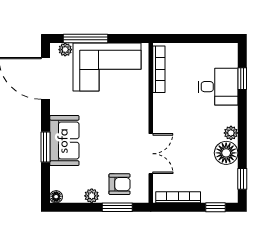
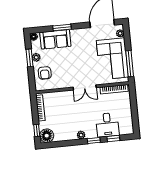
window: (86, 39) -> (130, 64), moved
sofa: (64, 141) -> (55, 39), moved
floor lamp: (226, 153) -> (47, 136), moved
double door: (151, 154) -> (85, 87), moved
window: (242, 179) -> (94, 140), moved
window: (117, 207) -> (29, 58), moved

